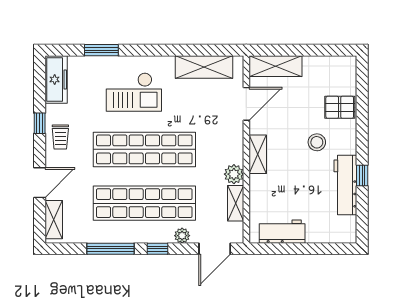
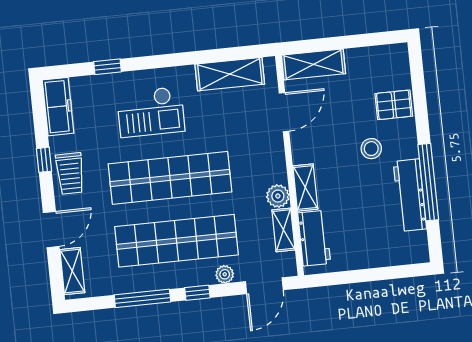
window: (101, 50) -> (107, 67), width x0.67
trolley: (60, 137) -> (70, 173), width x1.36, depth x1.39
shelving: (258, 154) -> (305, 187), moved
window: (362, 175) -> (428, 182), width x3.17
workbench: (282, 232) -> (314, 238), moved, turned 90

